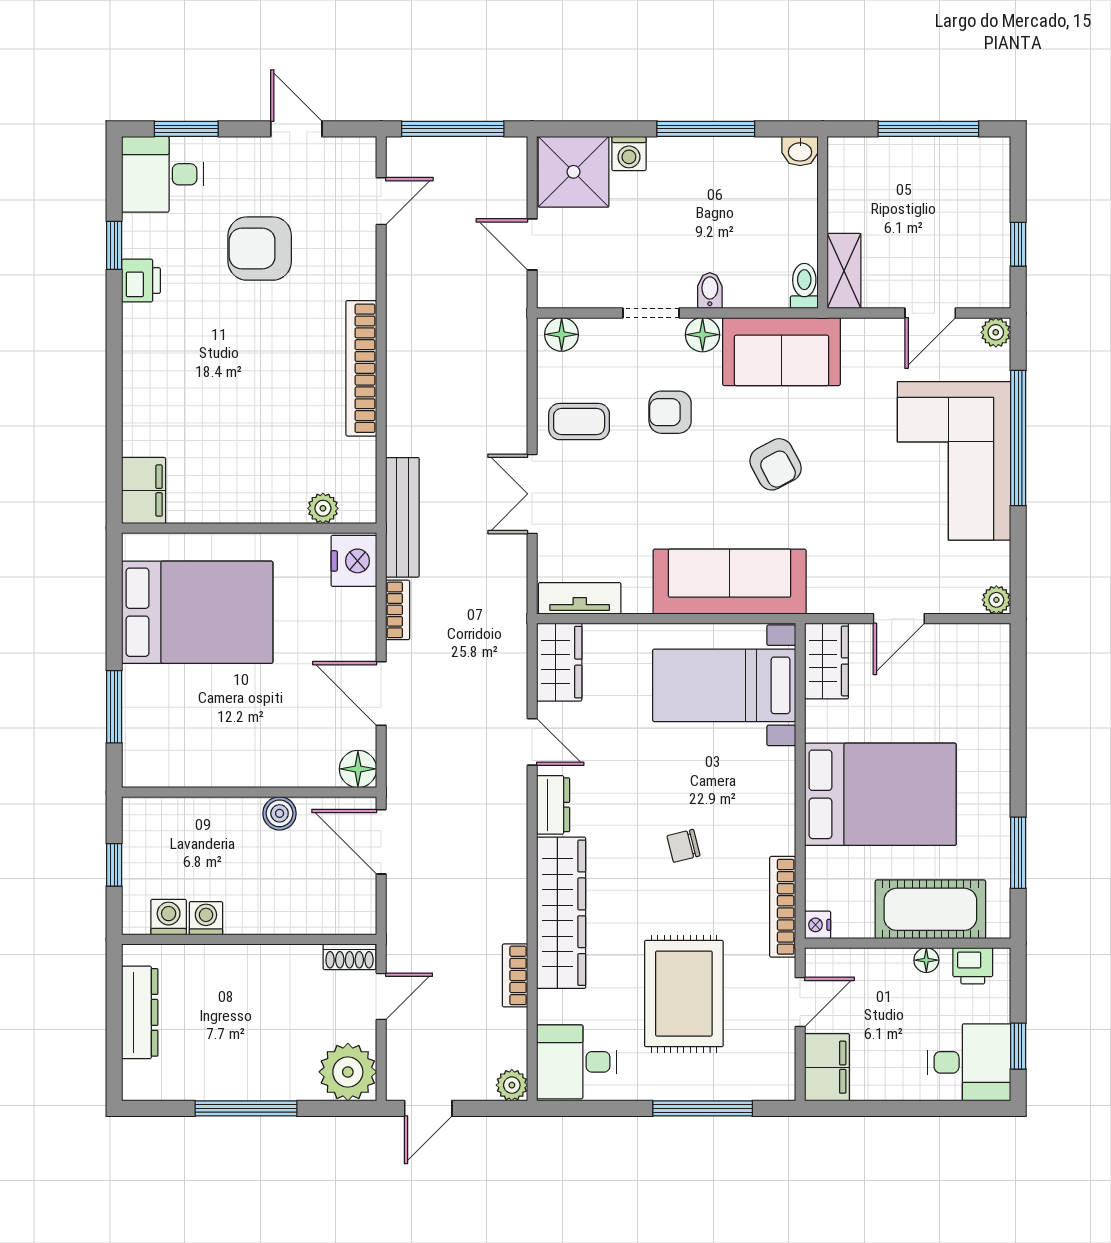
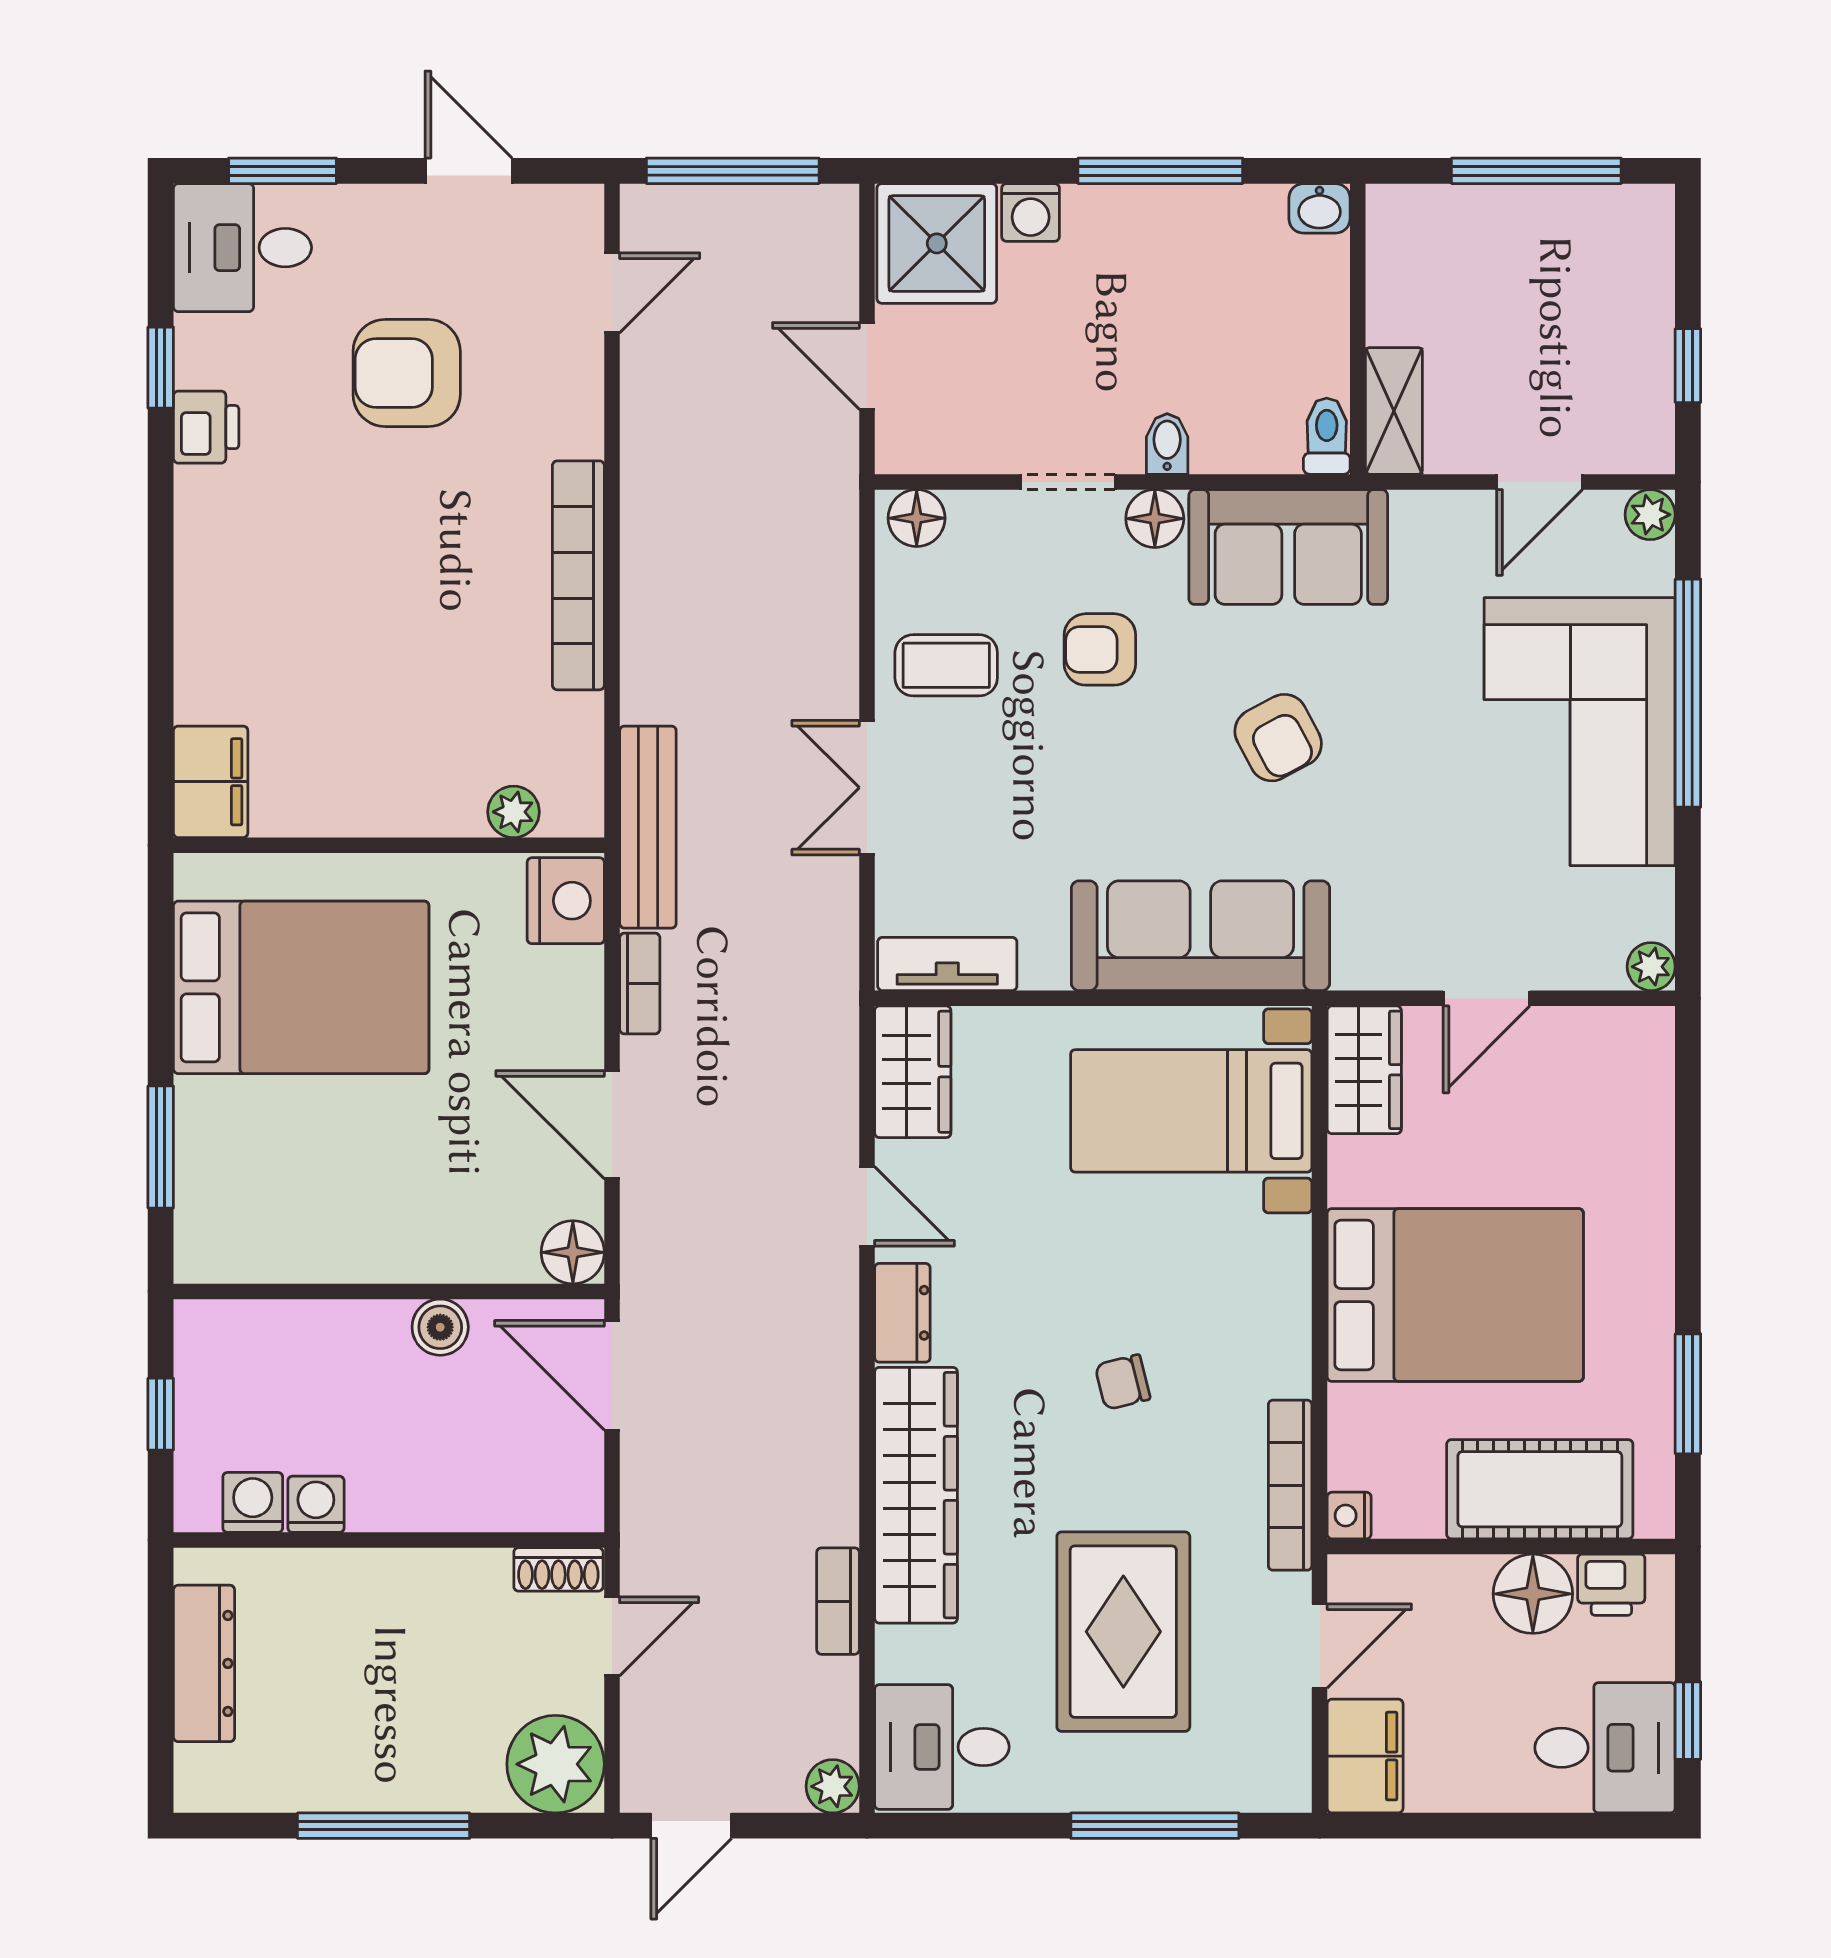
floor lamp: (926, 960) -> (1533, 1594), width x1.89, depth x1.89

